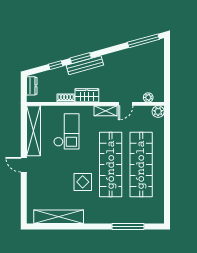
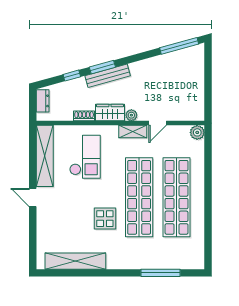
plant: (148, 97) -> (131, 115), moved

